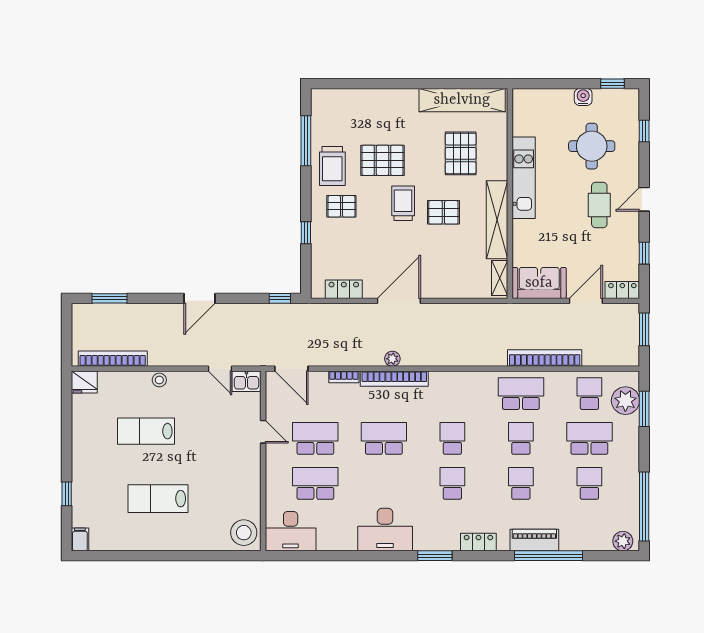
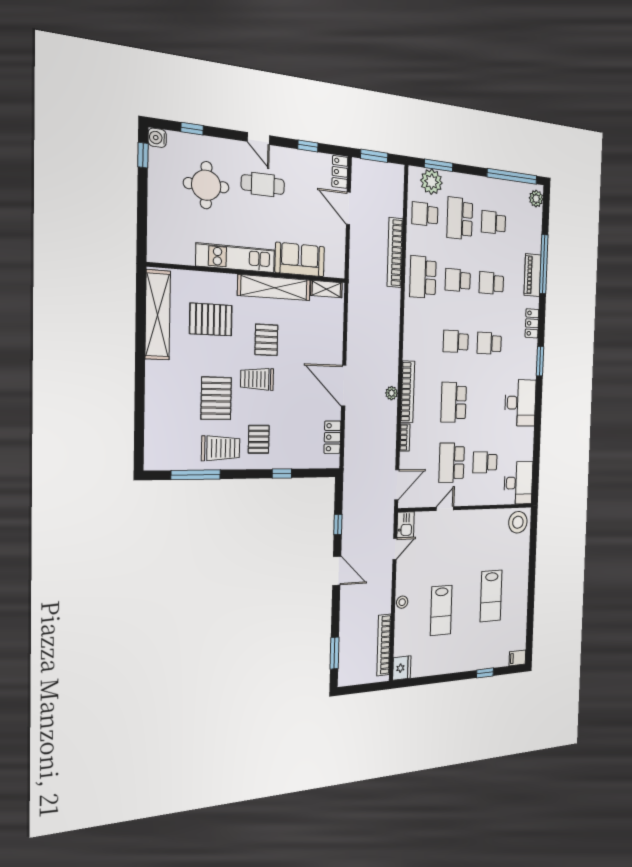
water cooler: (583, 97) -> (157, 138), moved
sofa: (539, 283) -> (300, 260), moved, turned 90
window: (280, 298) -> (338, 524), moved
school desk: (315, 483) -> (485, 462), width x0.54

